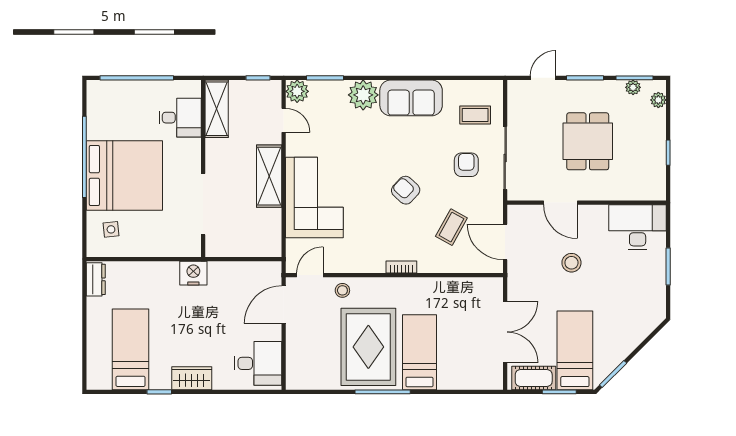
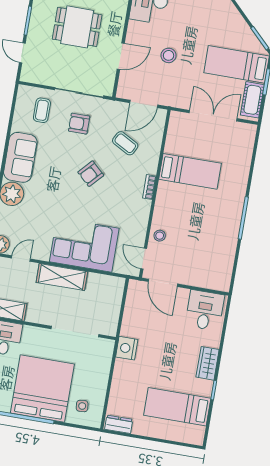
rug: (368, 347) -> (207, 223), removed
bed: (419, 352) -> (190, 171), moved, turned 180

